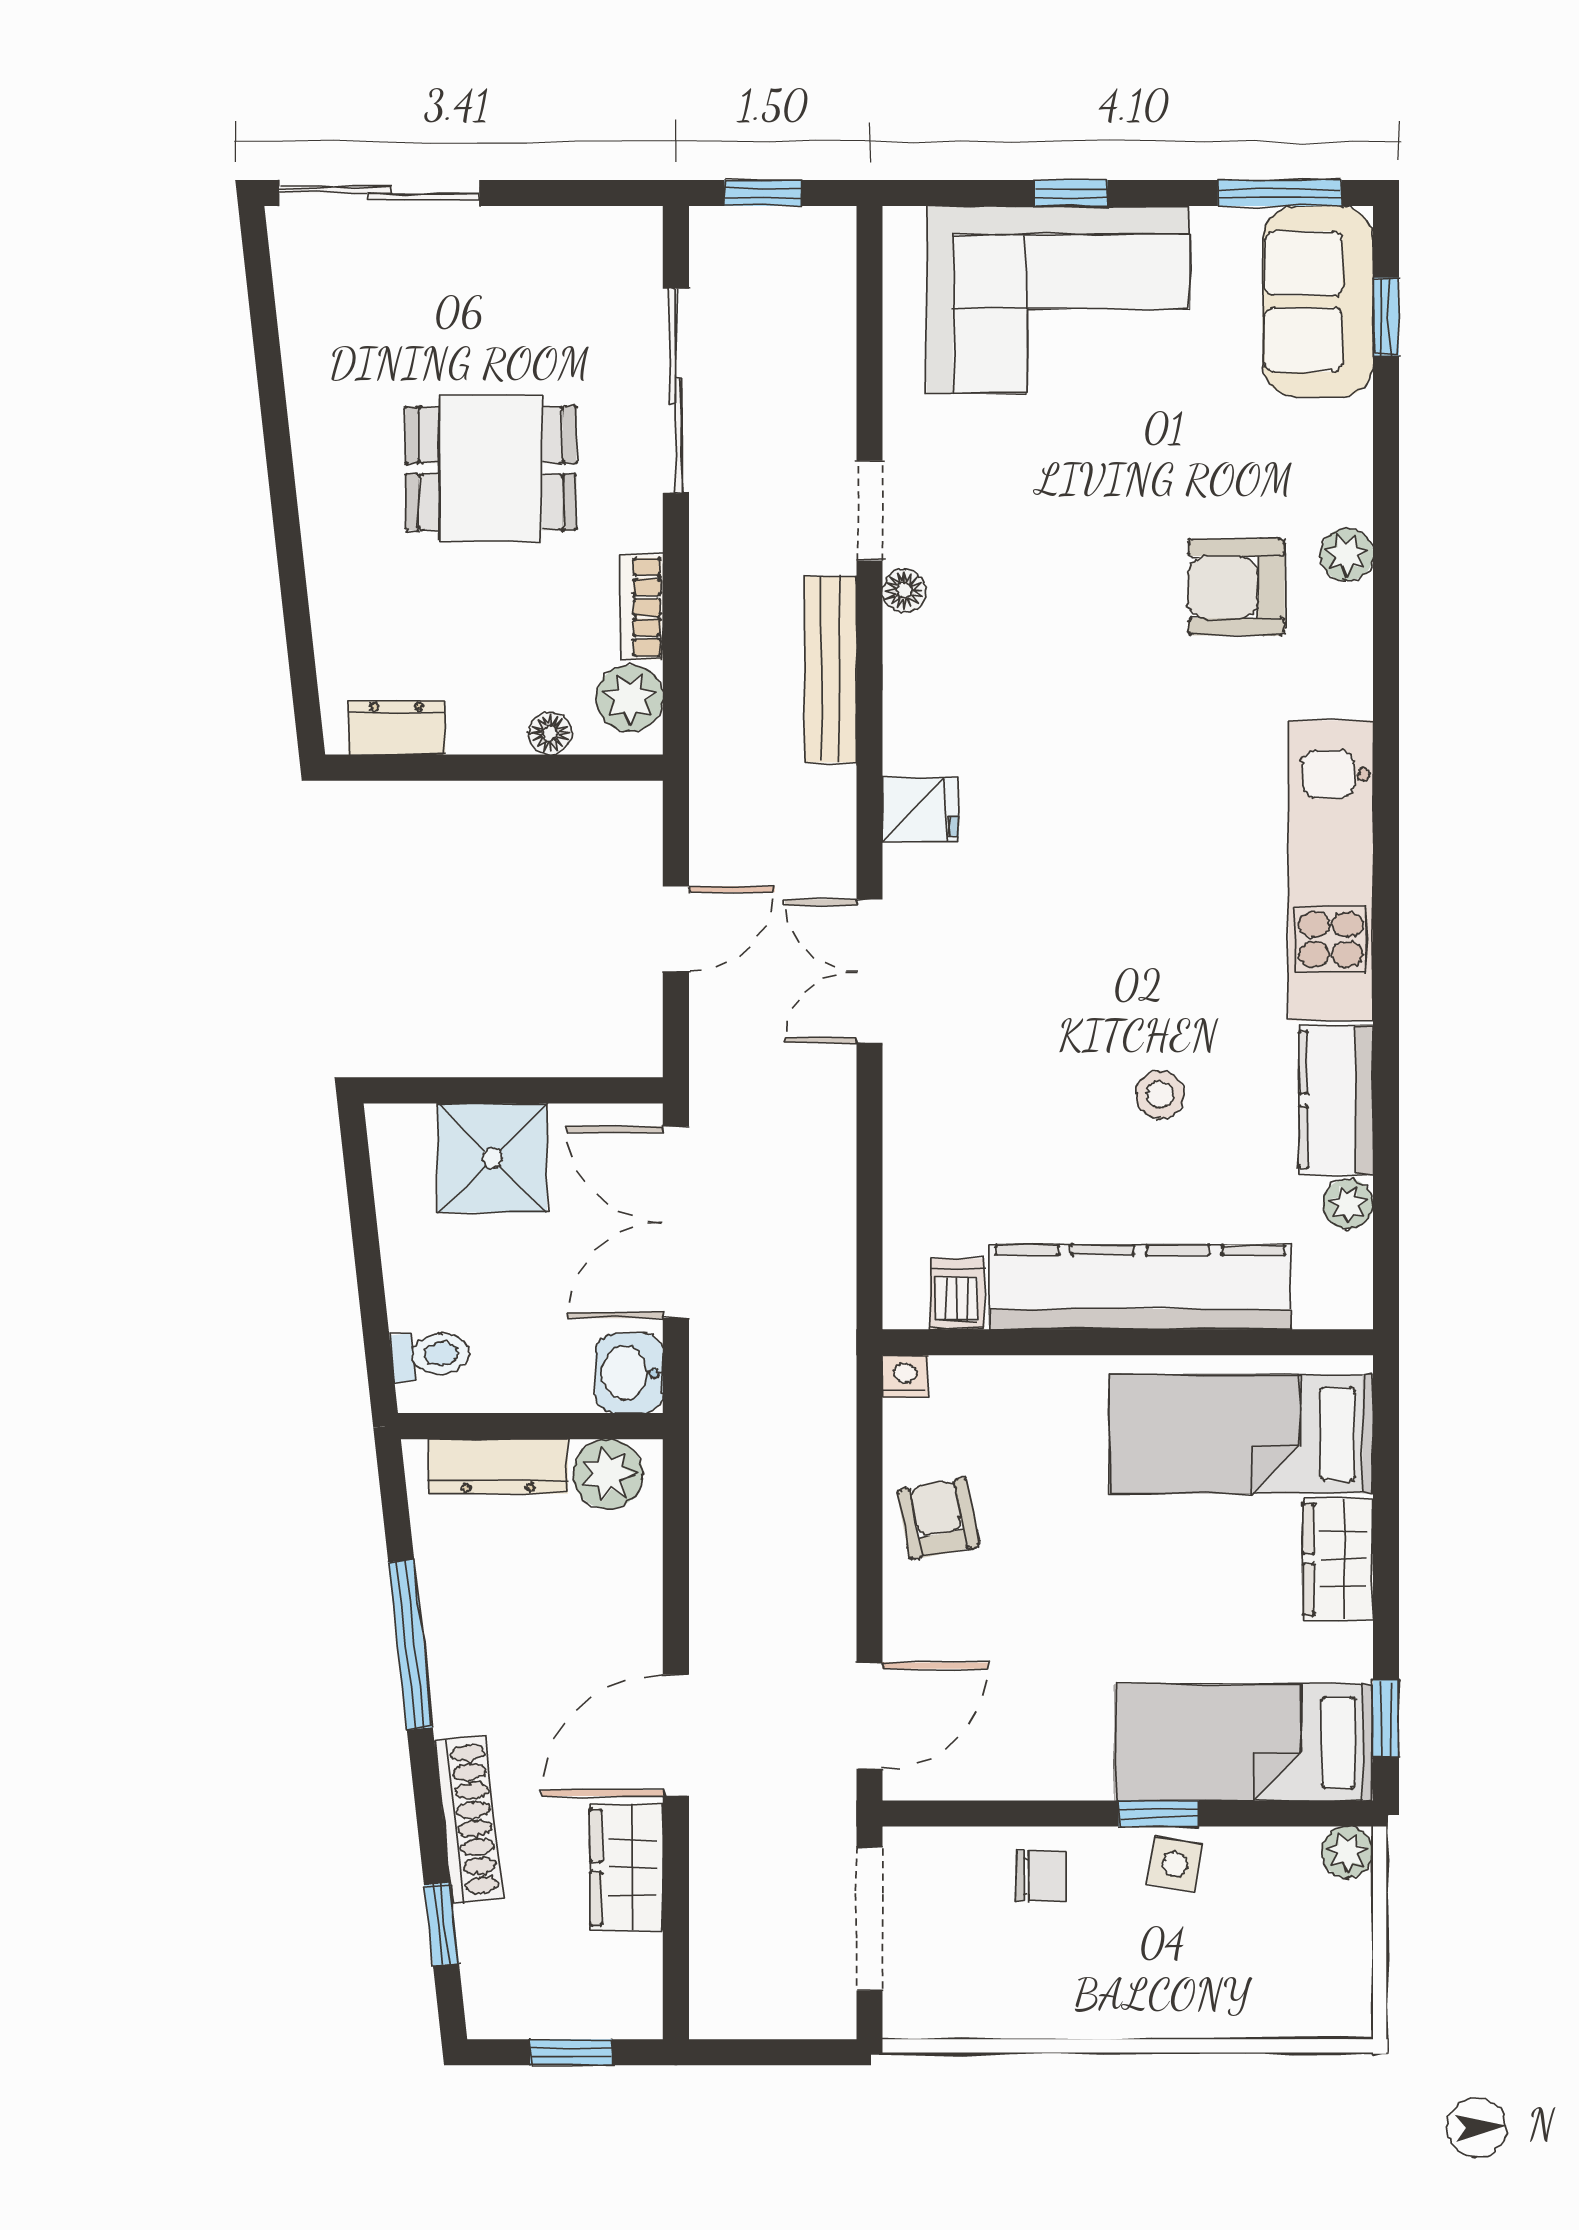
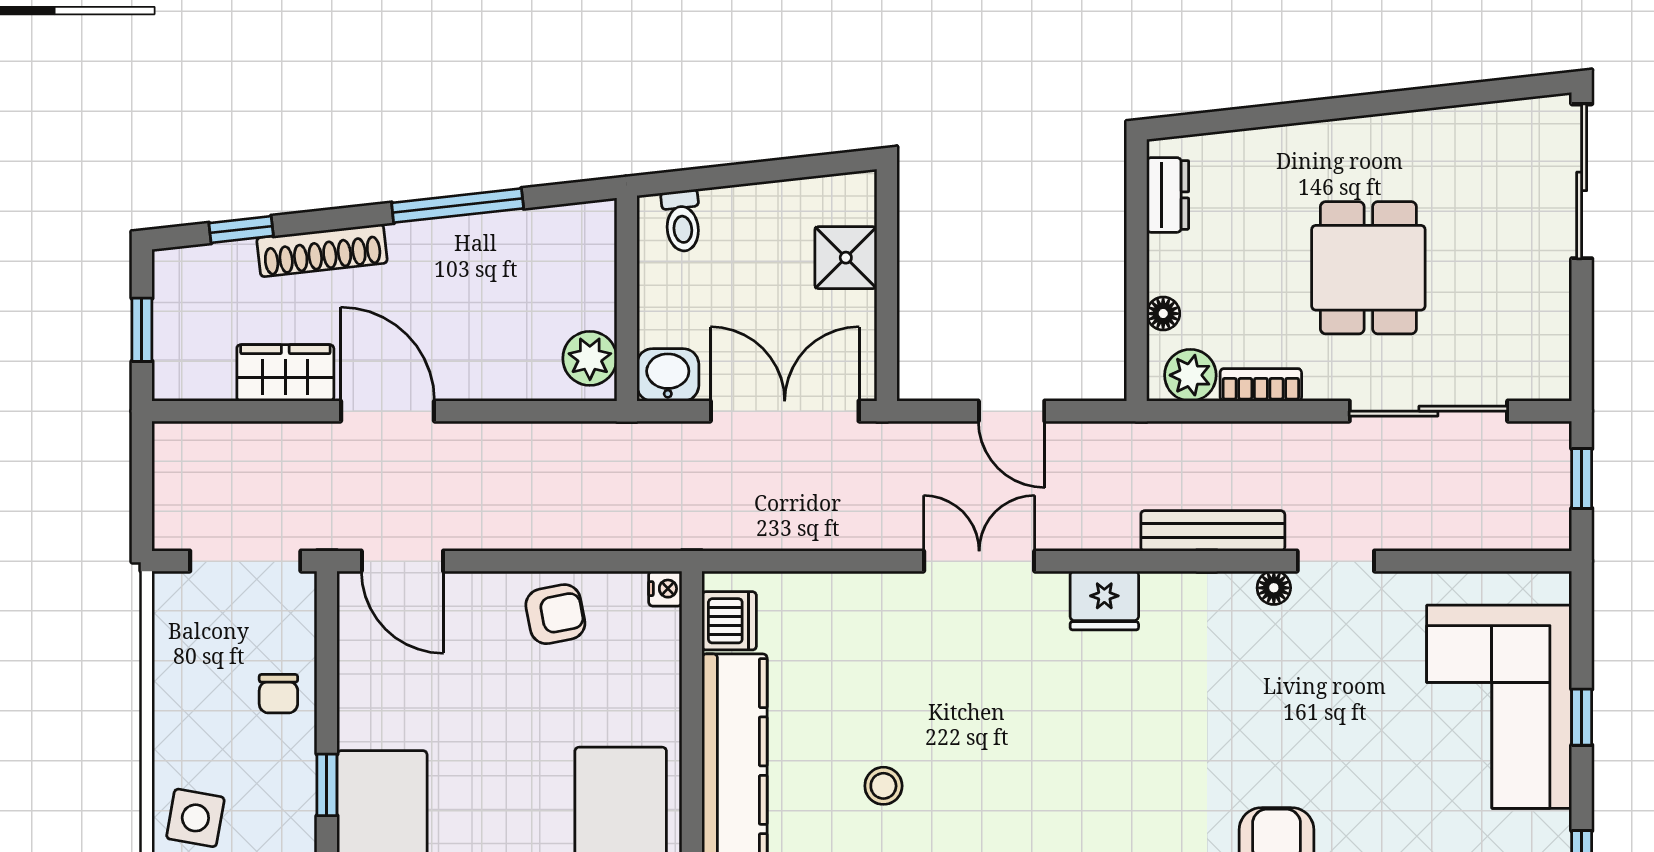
fridge: (921, 809) -> (1104, 600), width x1.38
shower: (492, 1158) -> (846, 258), width x0.73, depth x0.73
dishwasher: (957, 1294) -> (729, 621), width x1.38
dresser: (498, 1466) -> (596, 273), removed
side table: (1175, 1864) -> (195, 818), moved, width x1.37, depth x1.37

